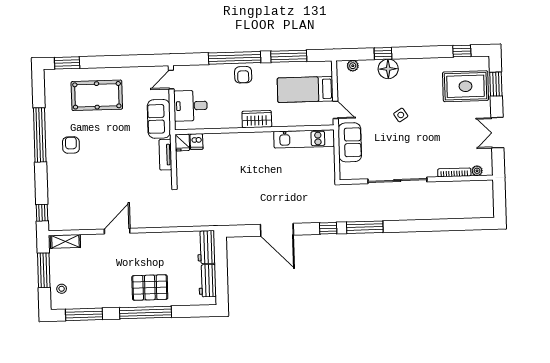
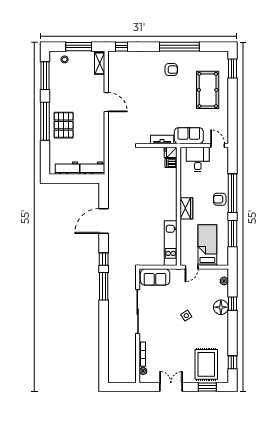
sofa: (350, 142) -> (155, 277), moved

